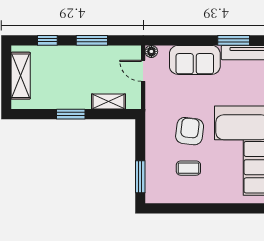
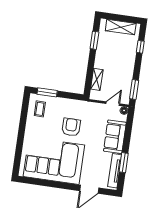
window: (92, 40) -> (134, 90), moved
window: (71, 114) -> (94, 40), moved
armchair: (190, 131) -> (71, 127), turned -97
coffee table: (188, 168) -> (40, 109), moved

